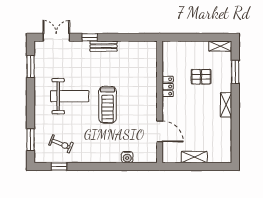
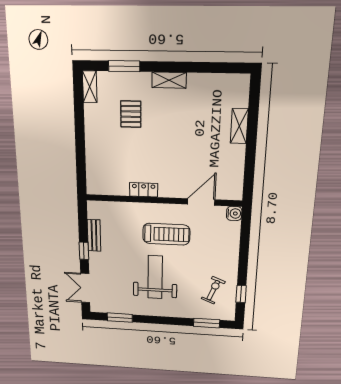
locker: (168, 86) -> (144, 190), moved
wall: (160, 102) -> (163, 200), moved
door: (160, 131) -> (201, 202), moved

